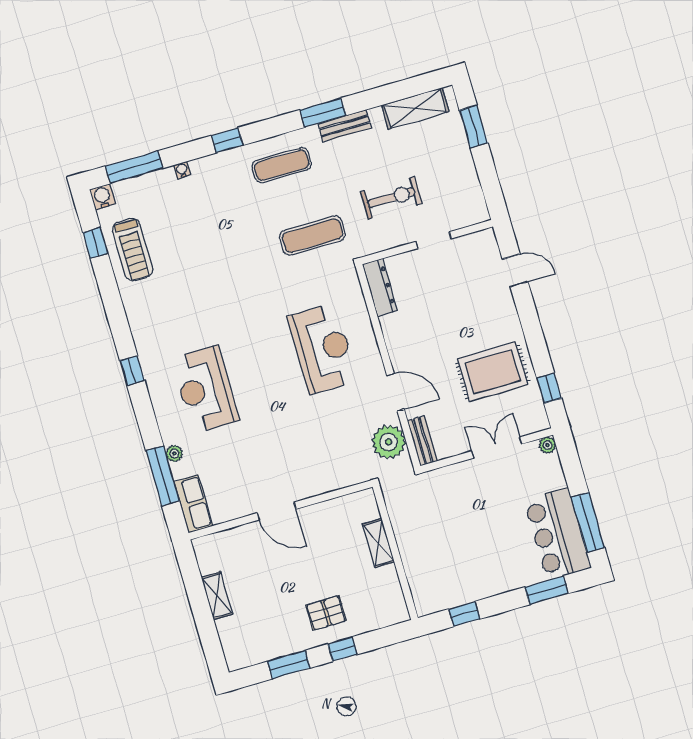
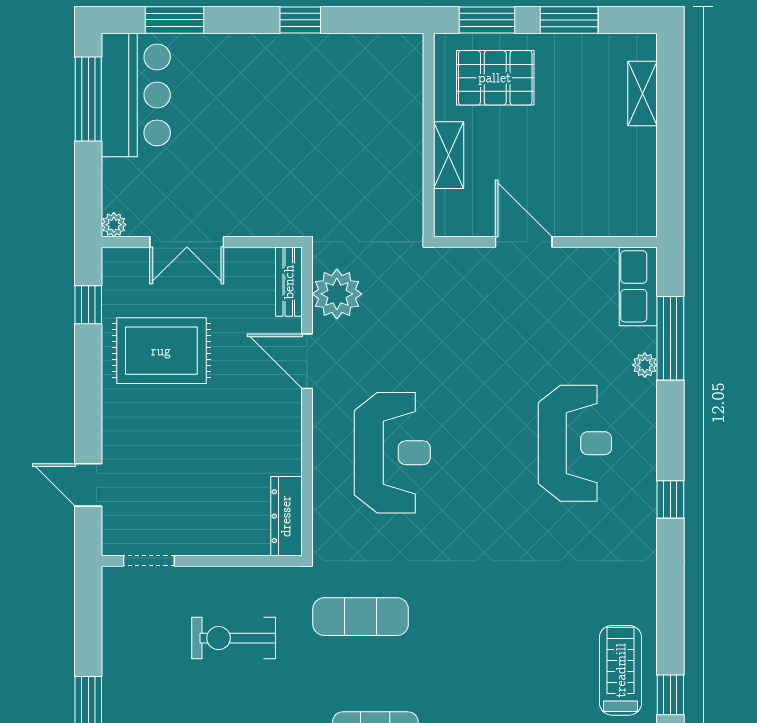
doorway: (434, 240) -> (149, 561), moved
reception desk: (323, 349) -> (392, 453), turned 180
shelving: (378, 543) -> (449, 155), moved
wall: (395, 552) -> (429, 135), moved
shelving: (217, 596) -> (643, 94), moved
pallet: (326, 613) -> (495, 78), width x1.50, depth x1.42
window: (342, 649) -> (487, 20), width x1.50

